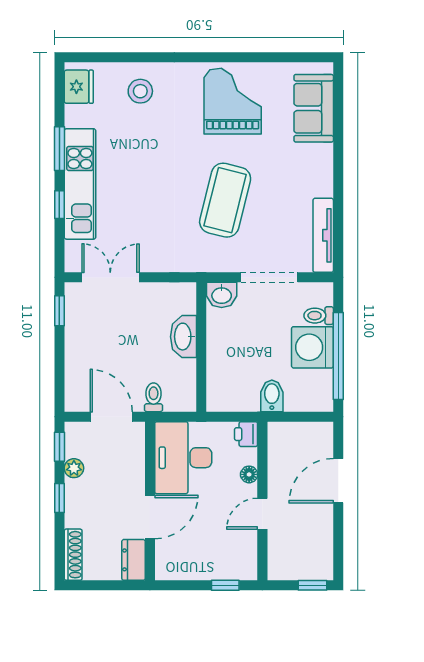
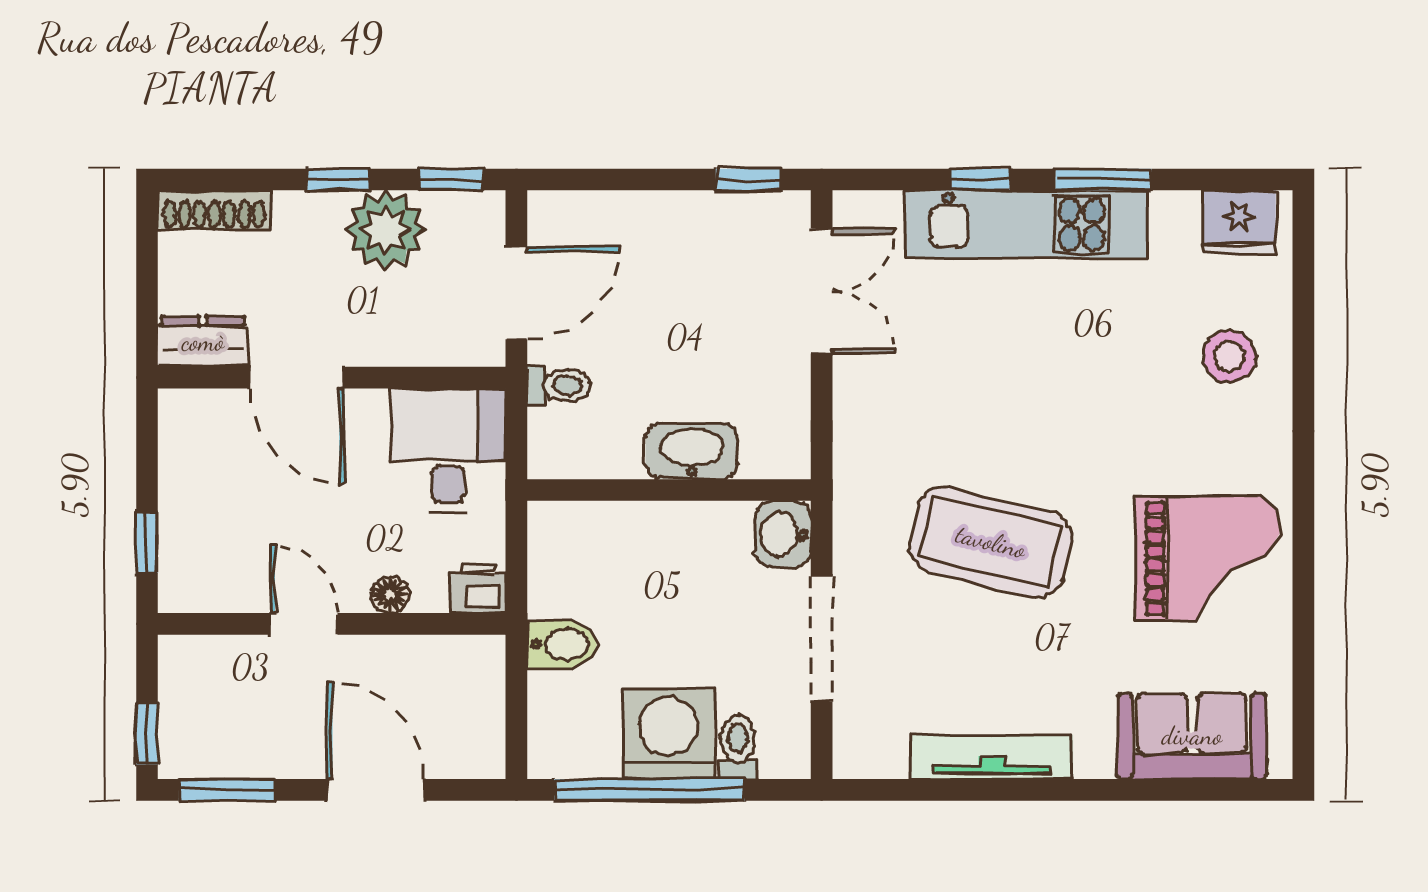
tv unit: (323, 235) -> (992, 757), moved
desk: (183, 458) -> (448, 450), width x0.73
plant: (74, 468) -> (385, 229), width x1.88, depth x1.88
window: (338, 549) -> (227, 790), added

